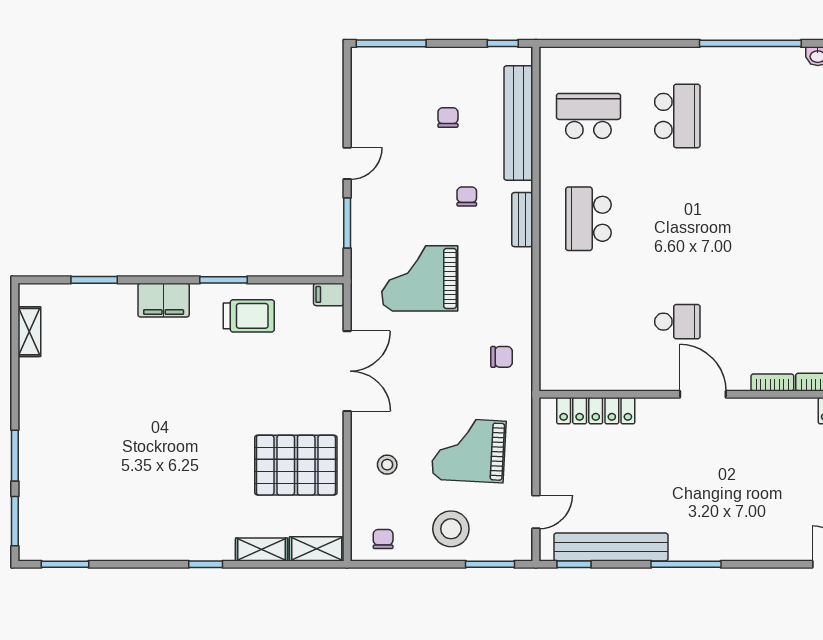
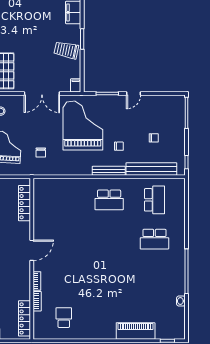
door: (347, 163) -> (134, 93), hinge flipped
school desk: (588, 219) -> (109, 200), turned 180
bench: (522, 220) -> (109, 171), width x1.36
grand piano: (420, 278) -> (83, 125), width x1.37, depth x1.48
trolley: (249, 316) -> (66, 50), turned 102
school desk: (677, 322) -> (64, 239), removed
chair: (502, 357) -> (41, 153), moved

